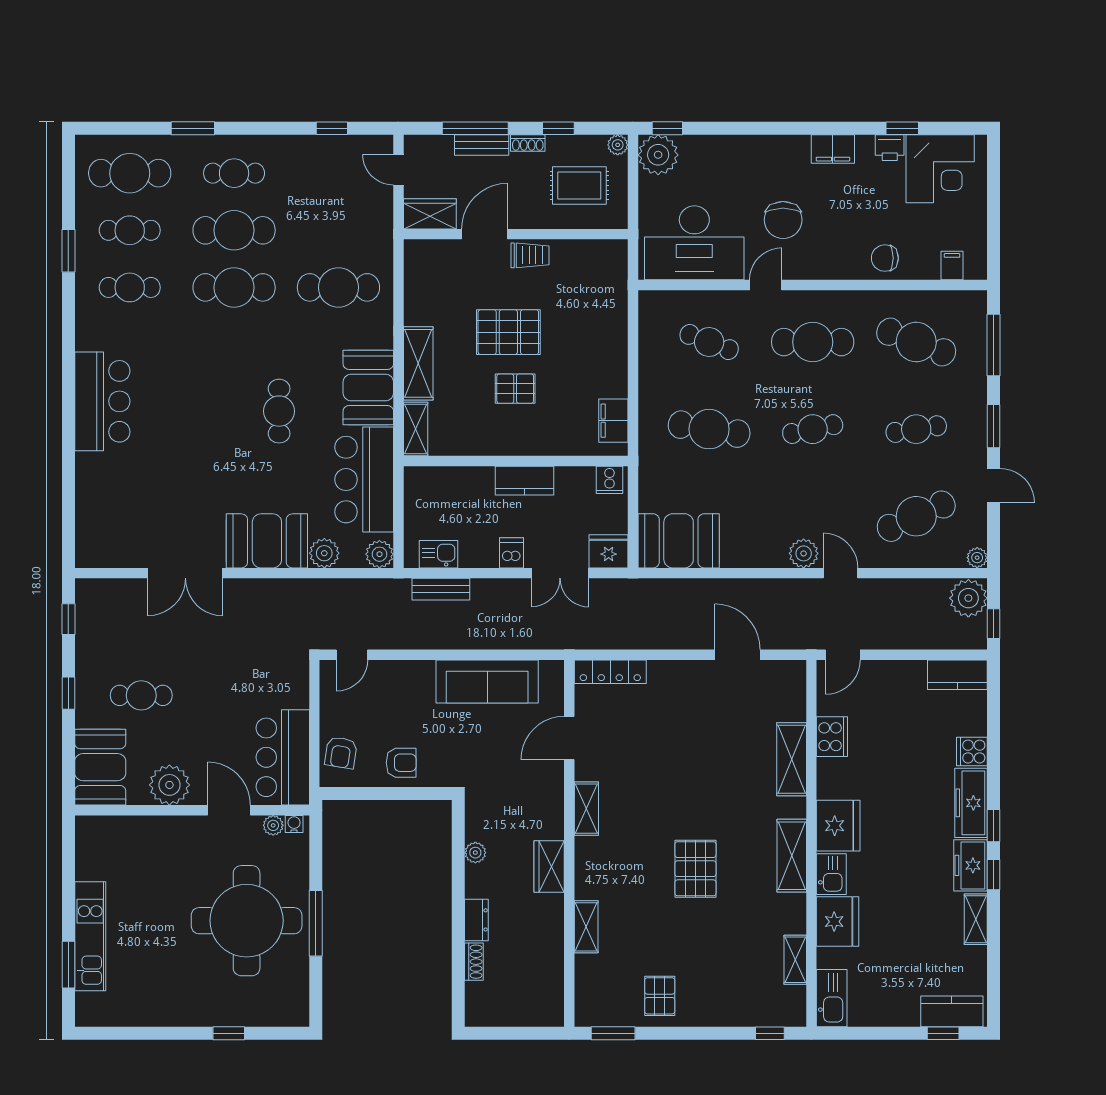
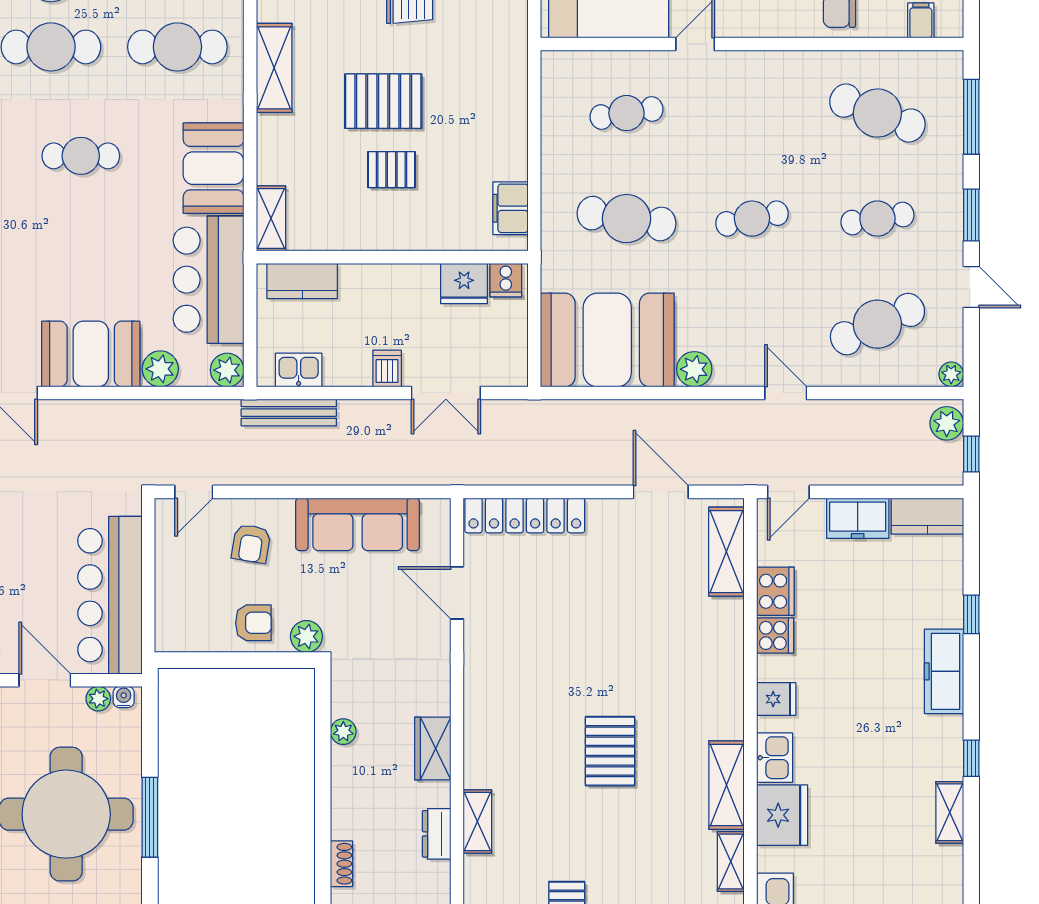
cafe table: (709, 342) -> (627, 113), turned -30
cafe table: (813, 342) -> (752, 113), removed
shelving: (418, 363) -> (274, 68), moved
cafe table: (279, 411) -> (81, 156), moved, turned 90
kitchen counter: (524, 481) -> (302, 281), moved
booth: (679, 541) -> (607, 340), width x1.36, depth x1.42
fridge: (609, 551) -> (464, 283), moved, turned 180
plant: (804, 553) -> (694, 369), moved
bench: (441, 589) -> (289, 413), width x1.36
plant: (968, 598) -> (947, 423), width x0.73, depth x0.73
locker: (610, 672) -> (525, 515), width x1.41, depth x1.21
door: (569, 738) -> (457, 593), hinge flipped
cooker: (972, 752) -> (775, 635), moved, turned 180
armchair: (341, 753) -> (251, 544), moved
bar counter: (283, 757) -> (110, 595), width x1.36
shelving: (792, 759) -> (726, 552), moved
plant: (445, 774) -> (306, 636), added
shelving: (586, 809) -> (478, 678), removed
fridge: (838, 826) -> (776, 699), width x0.53, depth x0.75
window: (994, 826) -> (971, 614), moved
shelving: (792, 856) -> (727, 785), moved
freezer: (971, 865) -> (858, 518), moved, turned -90
dresser: (476, 920) -> (437, 834), moved, turned 180

